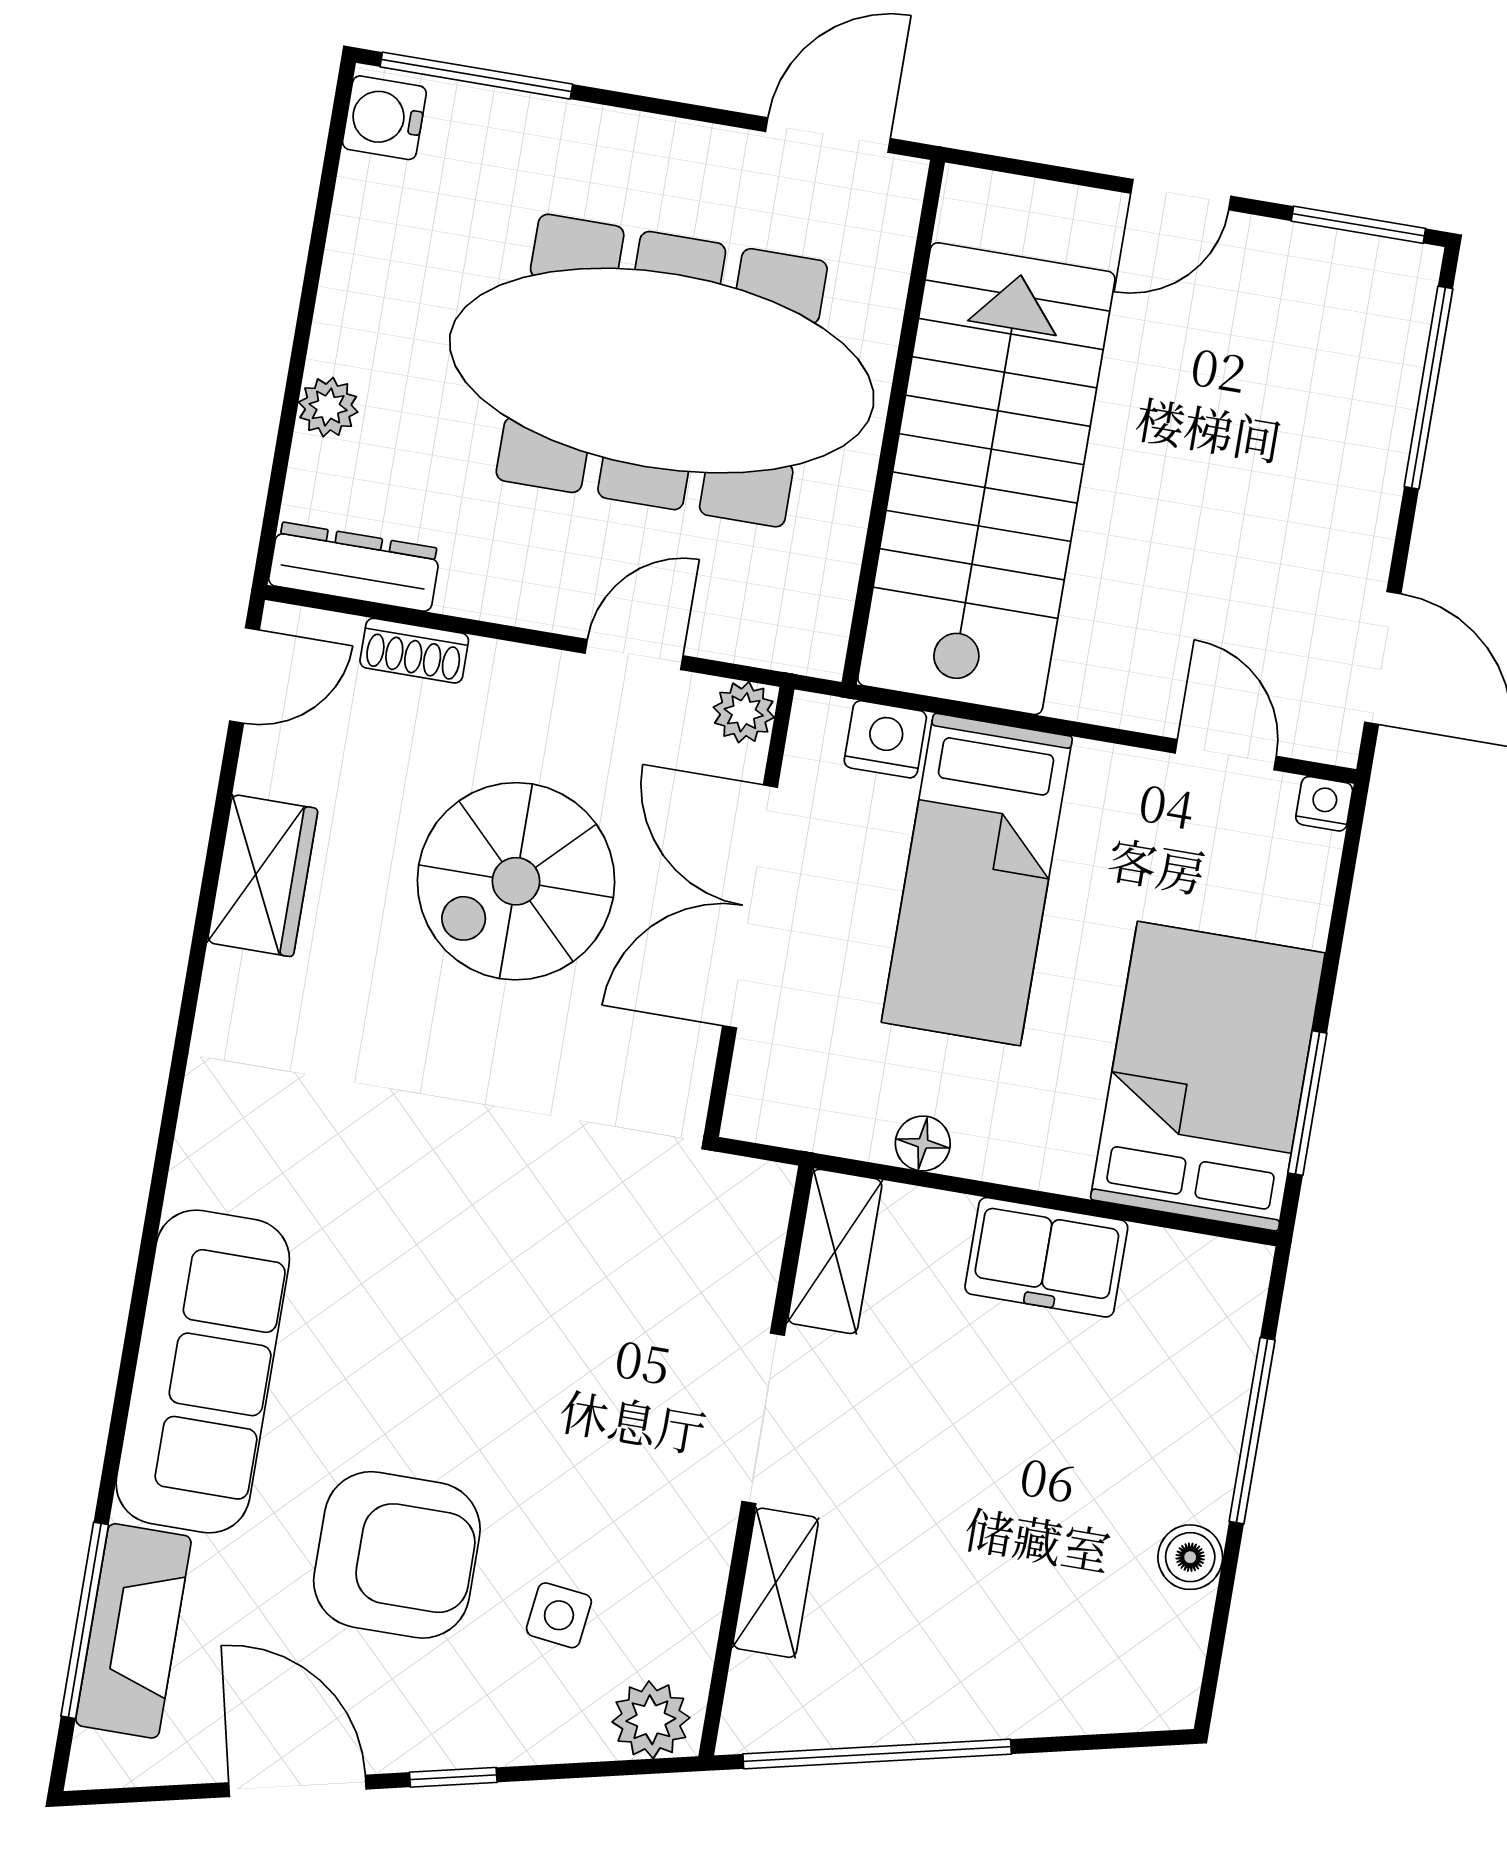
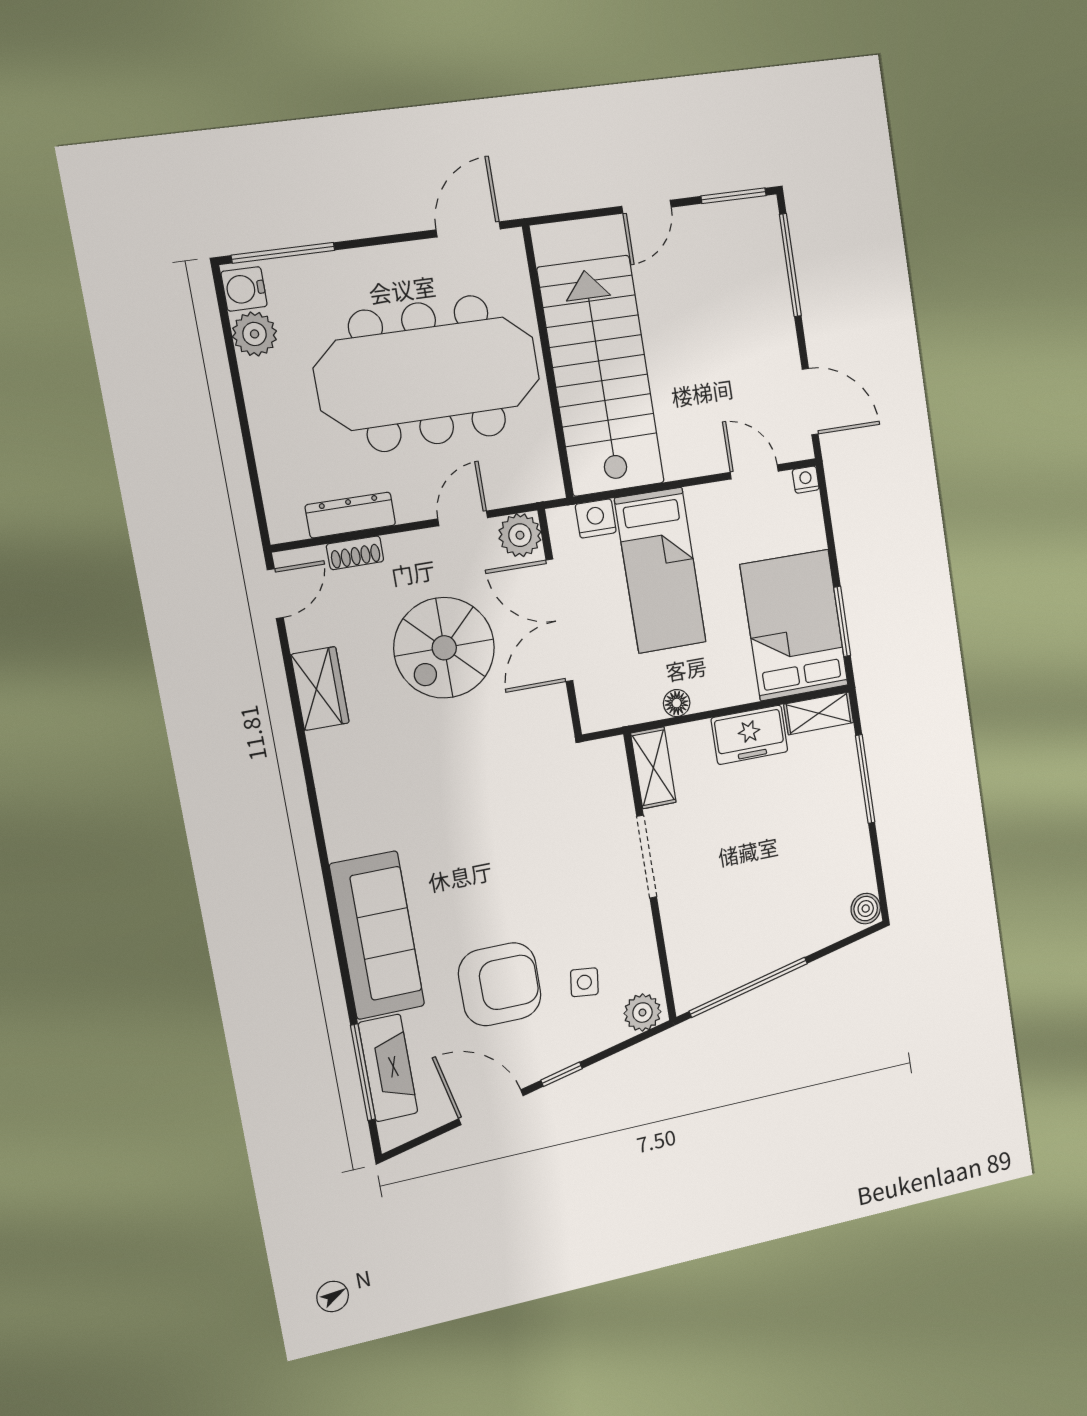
plant: (328, 407) -> (255, 334), moved, width x1.38, depth x1.38
dresser: (354, 567) -> (350, 515), moved
plant: (744, 712) -> (520, 535), width x1.38, depth x1.38
boiler: (1190, 1557) -> (866, 909), moved
shelving: (776, 1583) -> (819, 713), moved, turned 90

